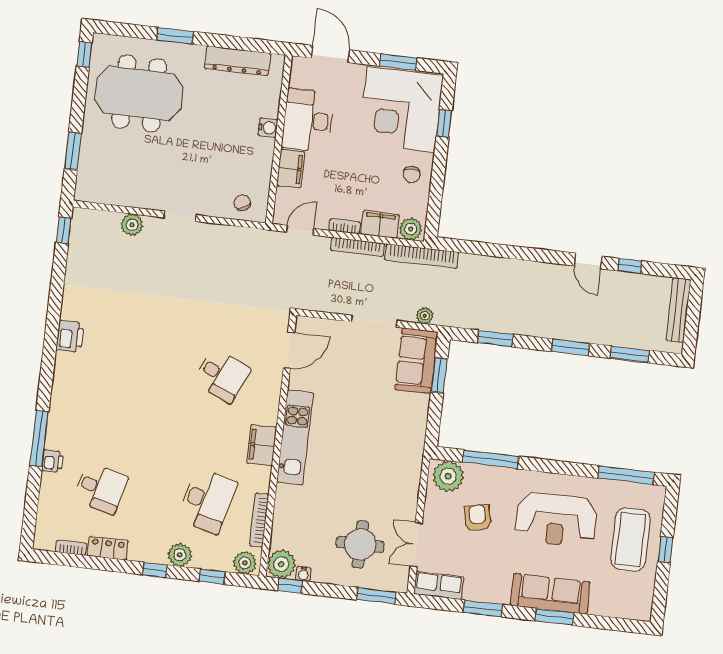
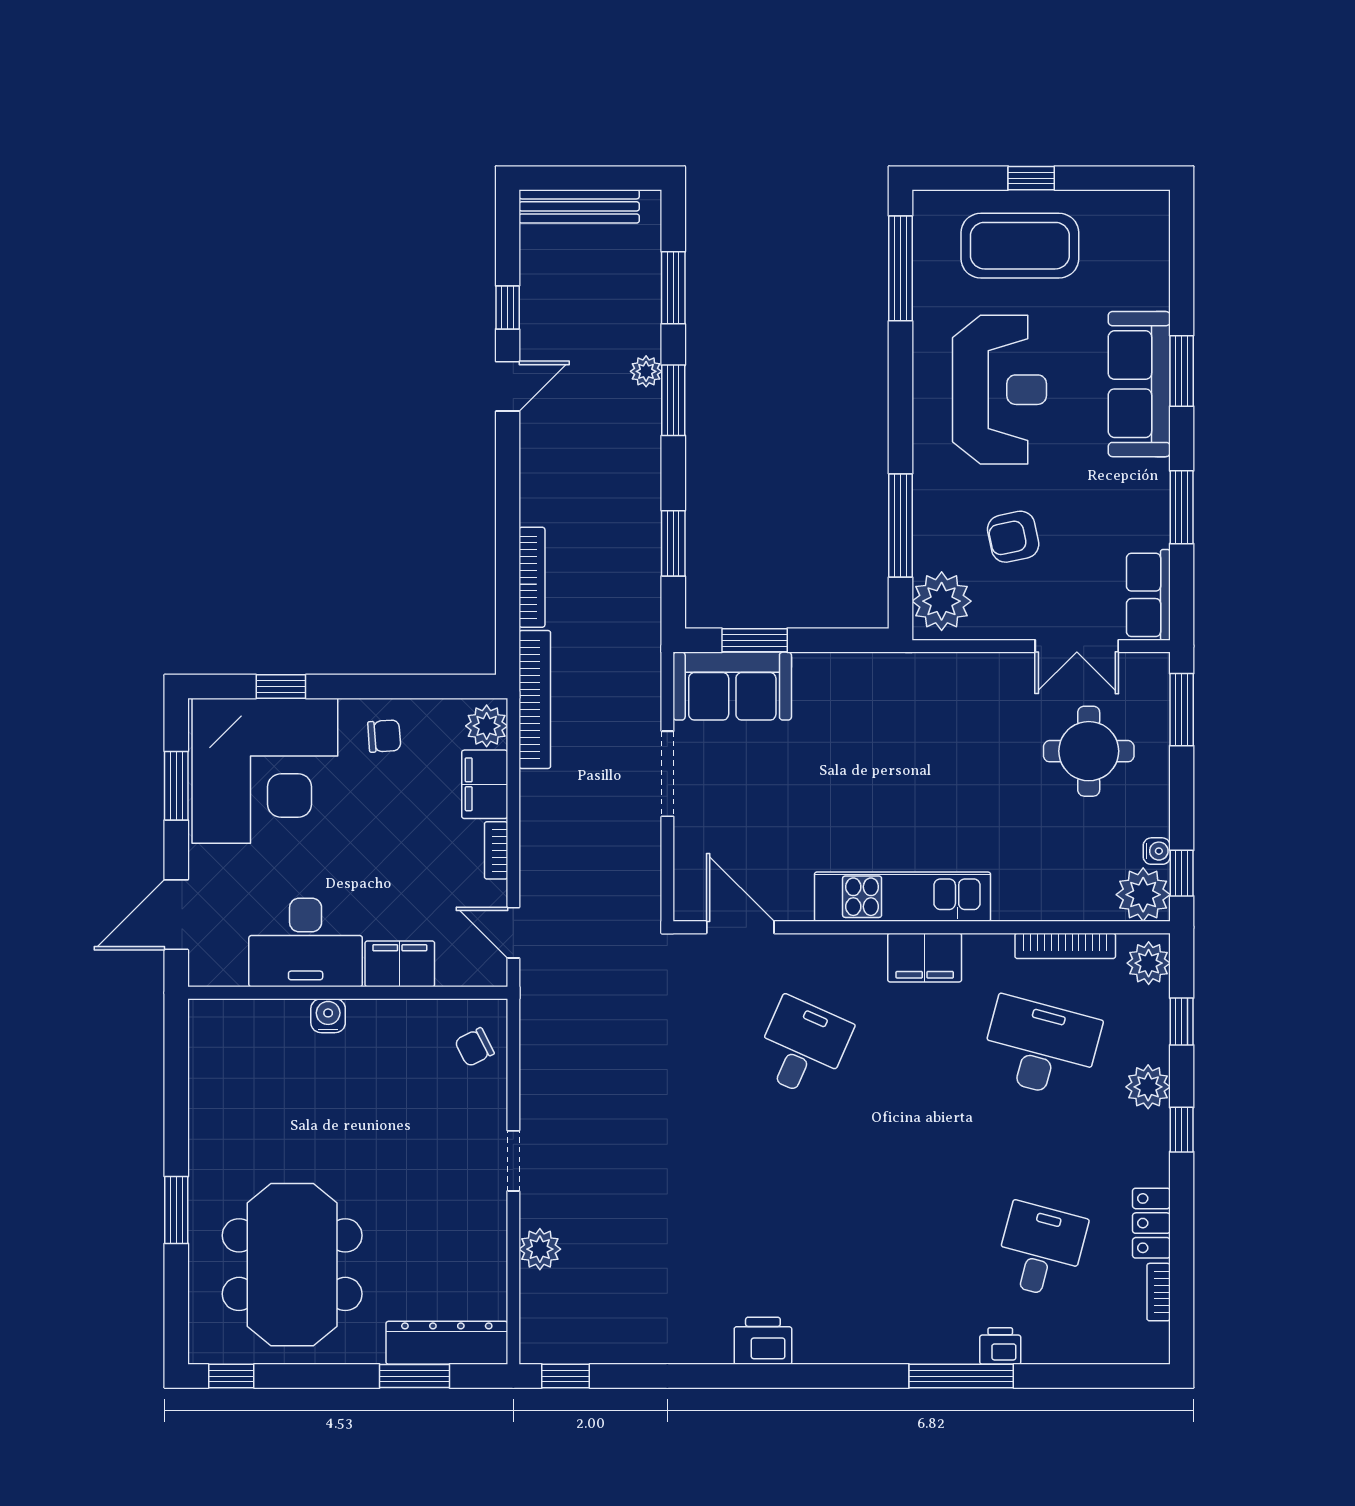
dresser: (238, 61) -> (447, 1343), moved, turned -90
bookcase: (357, 247) -> (532, 577), moved
plant: (425, 316) -> (646, 371), moved

